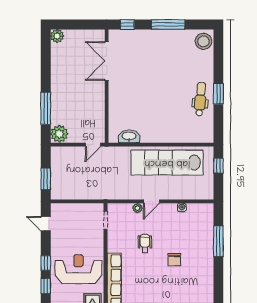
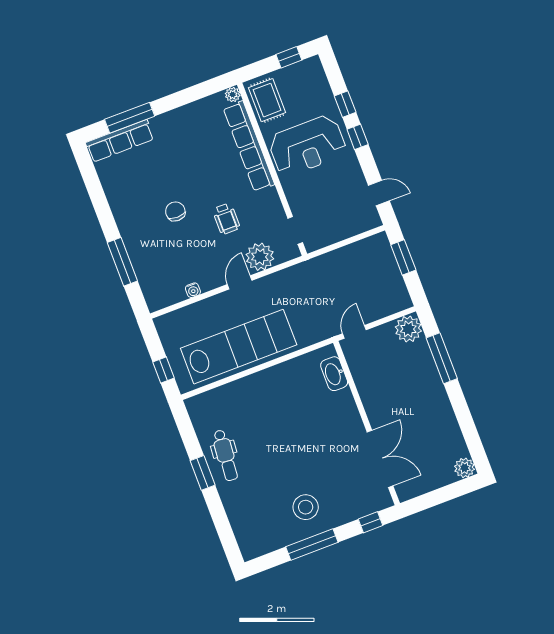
stool: (203, 41) -> (306, 507), moved
washbasin: (129, 136) -> (334, 374), moved, turned 90
plant: (138, 208) -> (260, 257), width x1.87, depth x1.87

